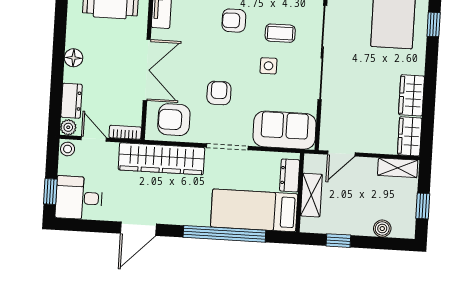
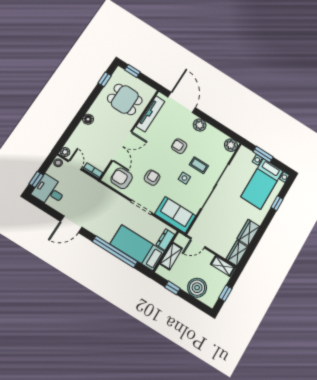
dresser: (71, 101) -> (75, 140), removed
wardrobe: (161, 159) -> (104, 195), removed
boiler: (382, 229) -> (197, 288), width x1.86, depth x1.86

